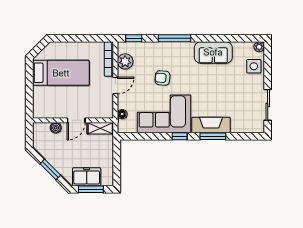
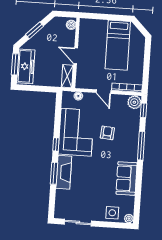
plant: (125, 61) -> (134, 102), moved
boiler: (56, 128) -> (71, 25), moved
freezer: (87, 177) -> (26, 66), width x1.40

